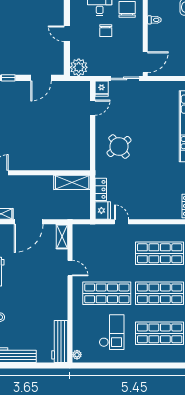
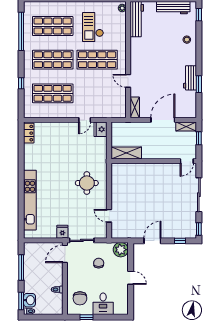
chair: (106, 31) -> (99, 263), moved
fridge: (102, 89) -> (62, 232), moved
door: (93, 108) -> (109, 216), hinge flipped
round table: (119, 147) -> (87, 183), turned 38
locker: (101, 189) -> (102, 147), removed
door: (122, 222) -> (85, 120), hinge flipped

